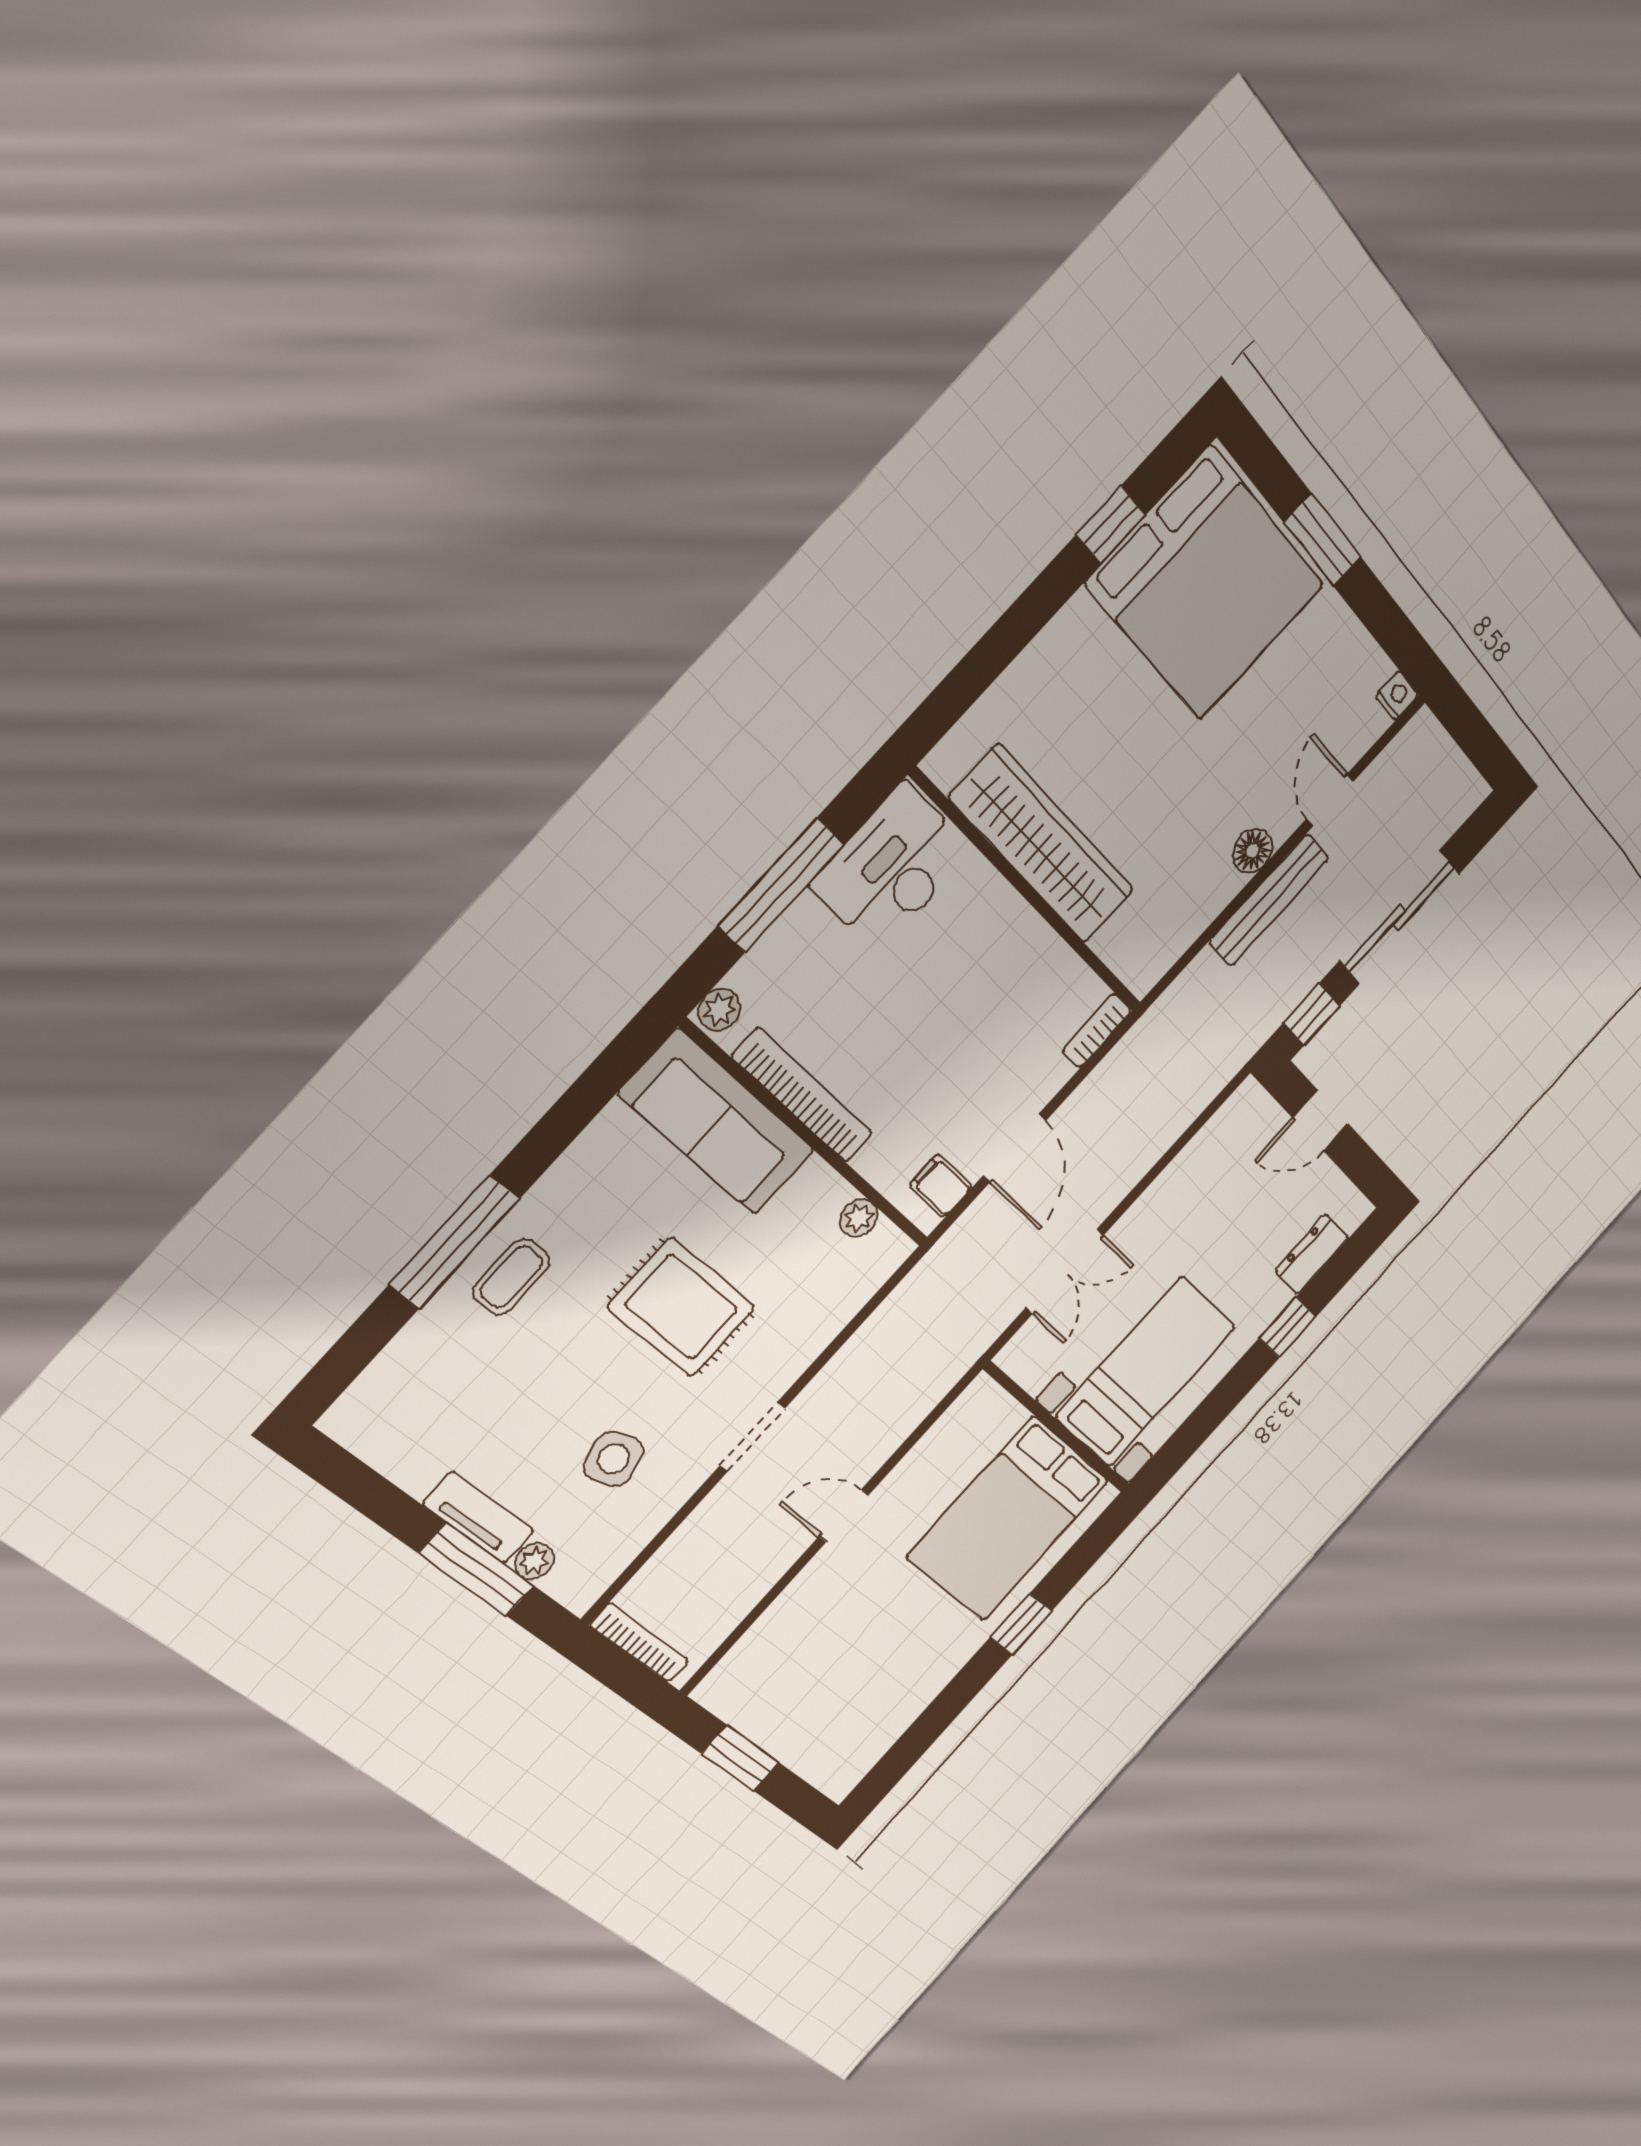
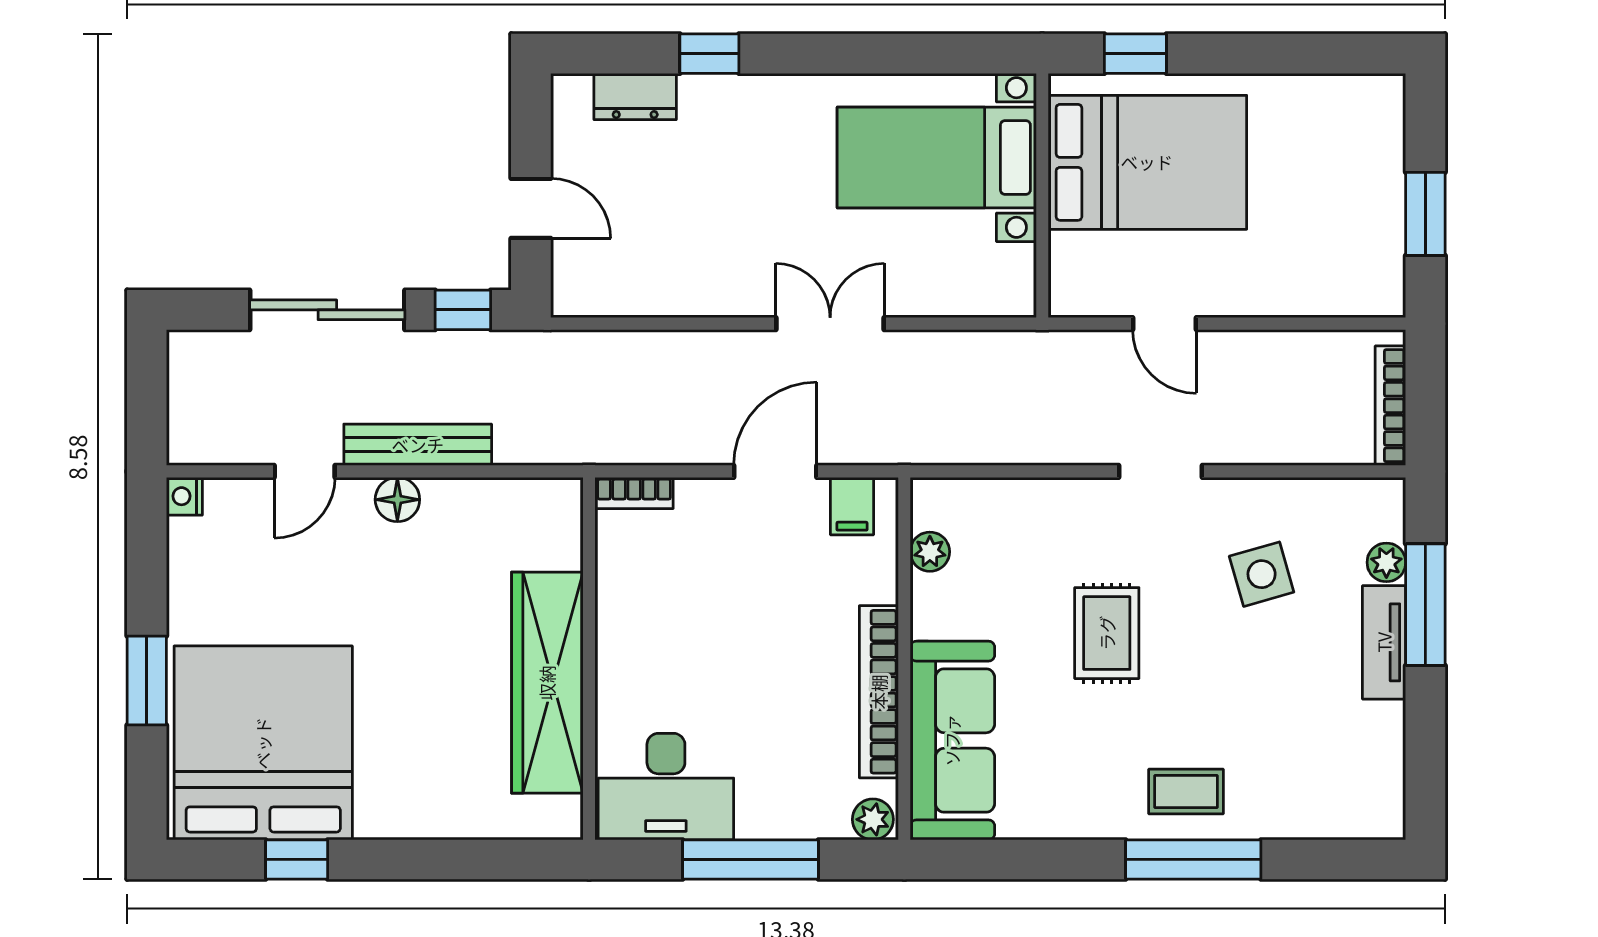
rug: (681, 1307) -> (1107, 633), width x0.73, depth x0.70
bed with nightstands: (1146, 1372) -> (937, 157), moved
wall: (1057, 1428) -> (1042, 196), moved
bed: (1008, 1519) -> (1147, 162), moved

